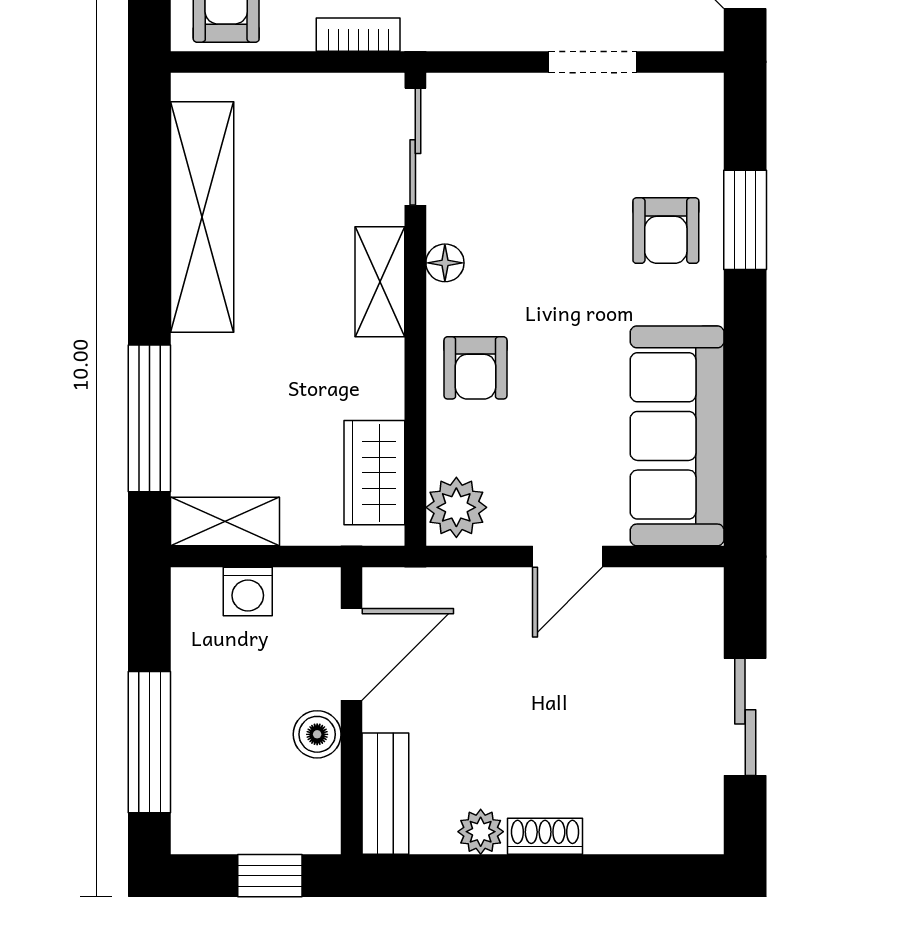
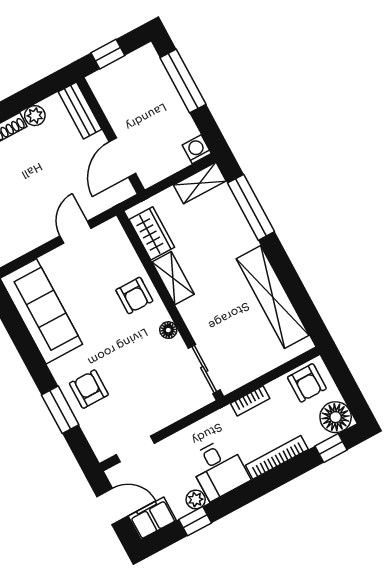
doorway: (593, 62) -> (135, 449), moved
shelving: (380, 282) -> (173, 278), moved
armchair: (476, 368) -> (134, 295), turned 180
plant: (456, 507) -> (113, 237), removed
door: (567, 557) -> (76, 232), moved
washing machine: (248, 592) -> (197, 149), moved
boiler: (317, 734) -> (119, 119), removed

